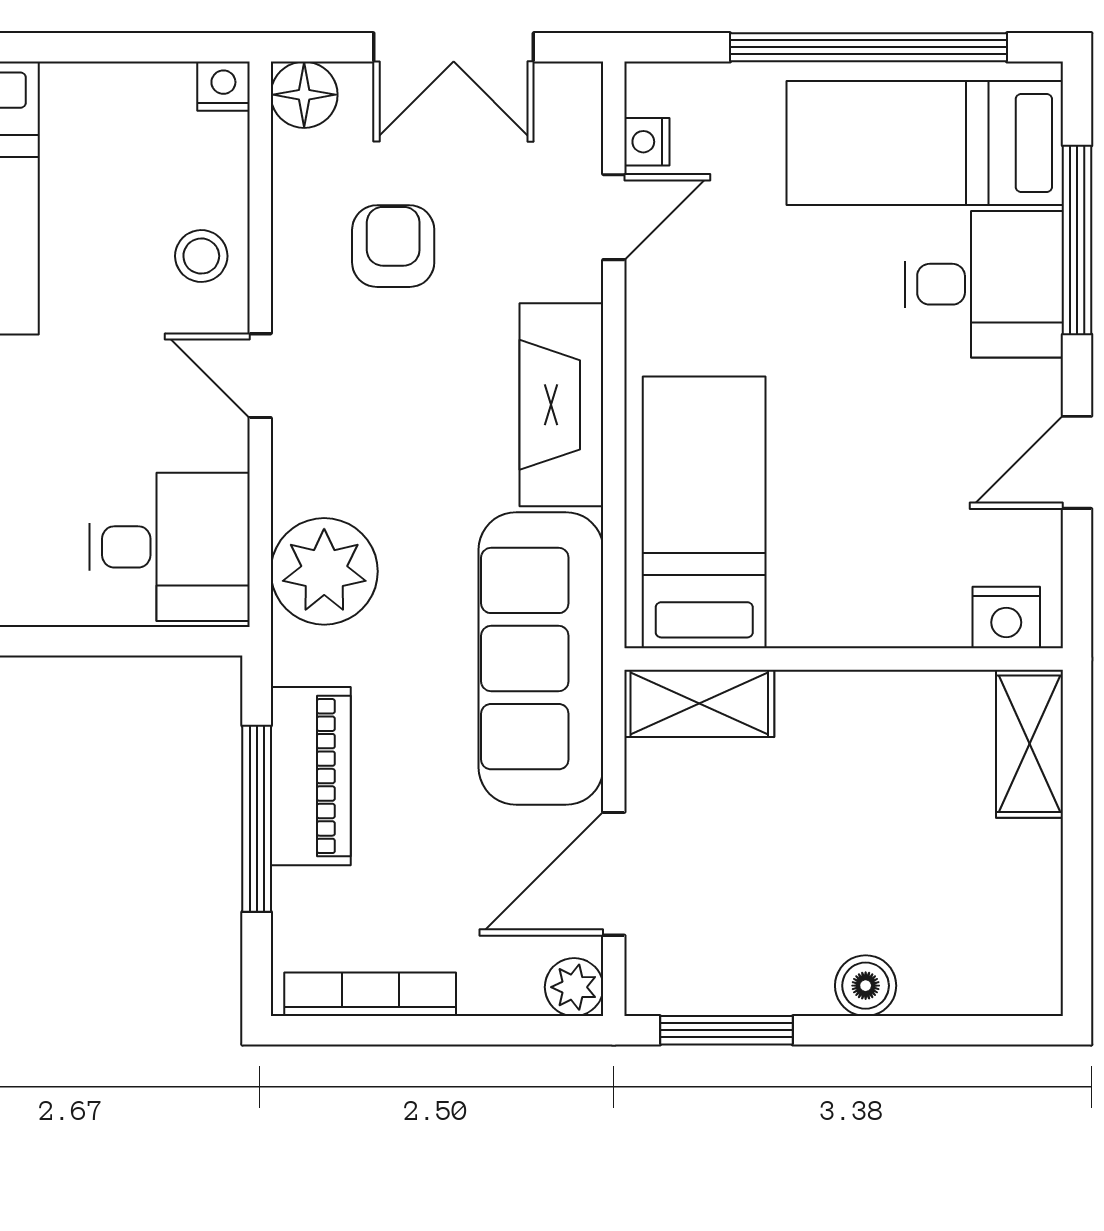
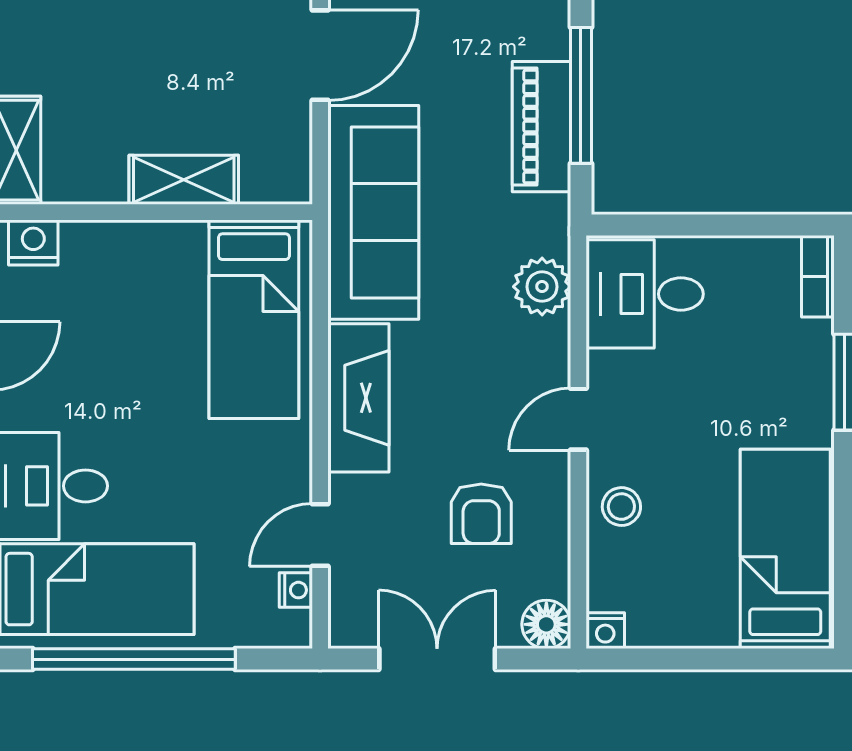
door: (260, 376) -> (578, 419), swing flipped
plant: (324, 571) -> (542, 287), width x0.73, depth x0.73
shelving: (699, 703) -> (184, 180), moved

